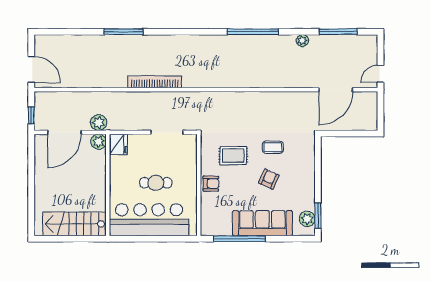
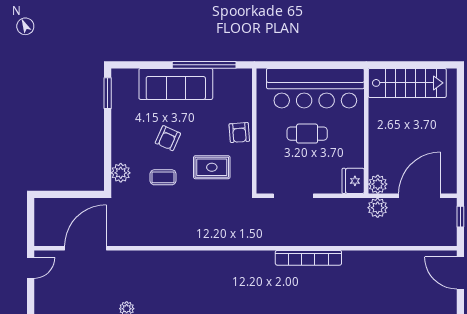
armchair: (211, 184) -> (239, 133), turned -94
plant: (307, 219) -> (121, 173), moved

